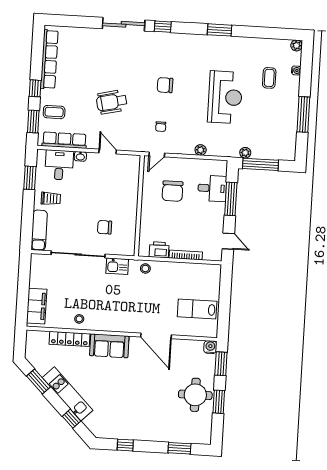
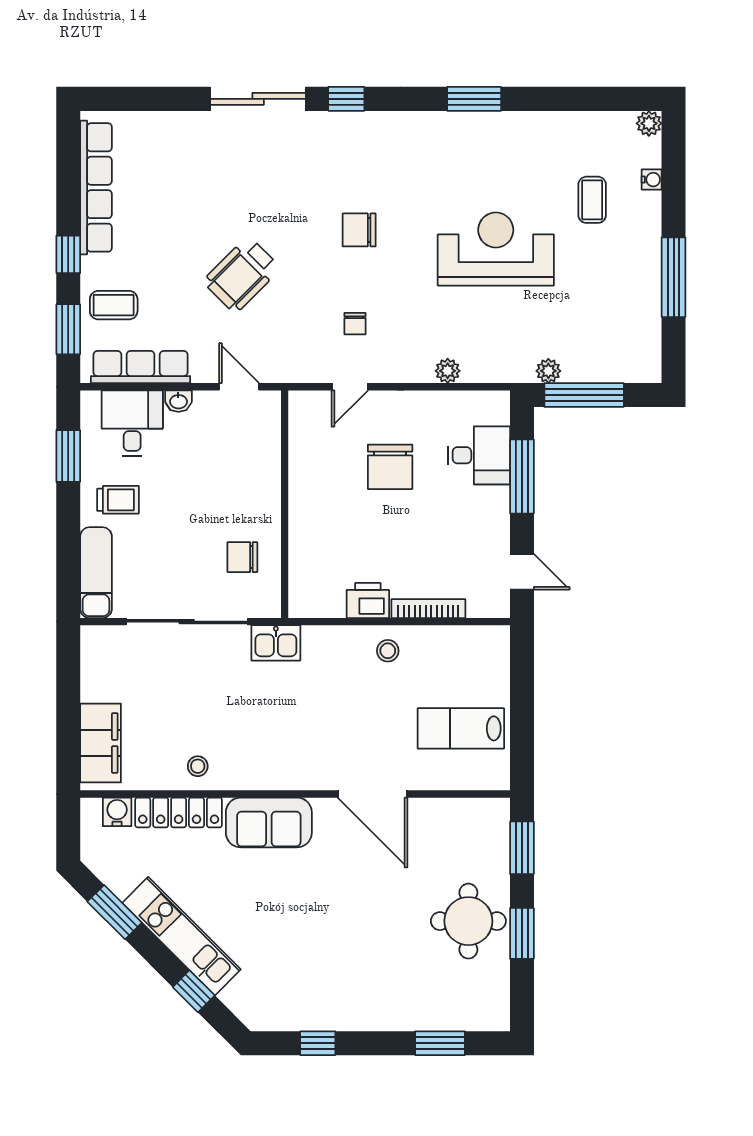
reception desk: (225, 97) -> (496, 249), turned -90
wheelchair: (112, 102) -> (242, 275), turned -32
wall: (139, 206) -> (285, 504), moved
stool: (145, 268) -> (388, 651), moved
water cooler: (210, 347) -> (117, 812), moved

